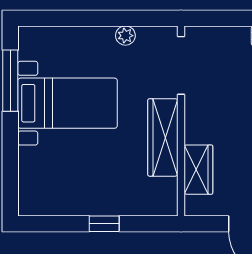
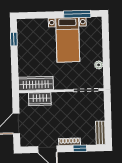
wardrobe: (163, 137) -> (36, 83), moved
window: (104, 224) -> (14, 39), moved

